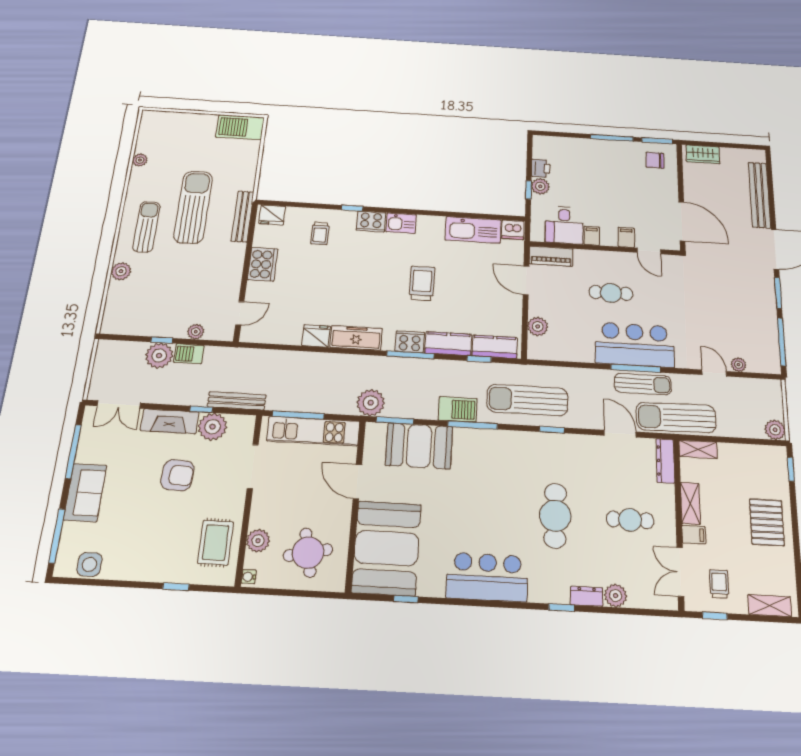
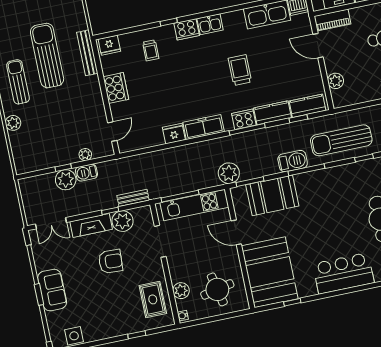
bench: (237, 401) -> (133, 198), width x0.73

